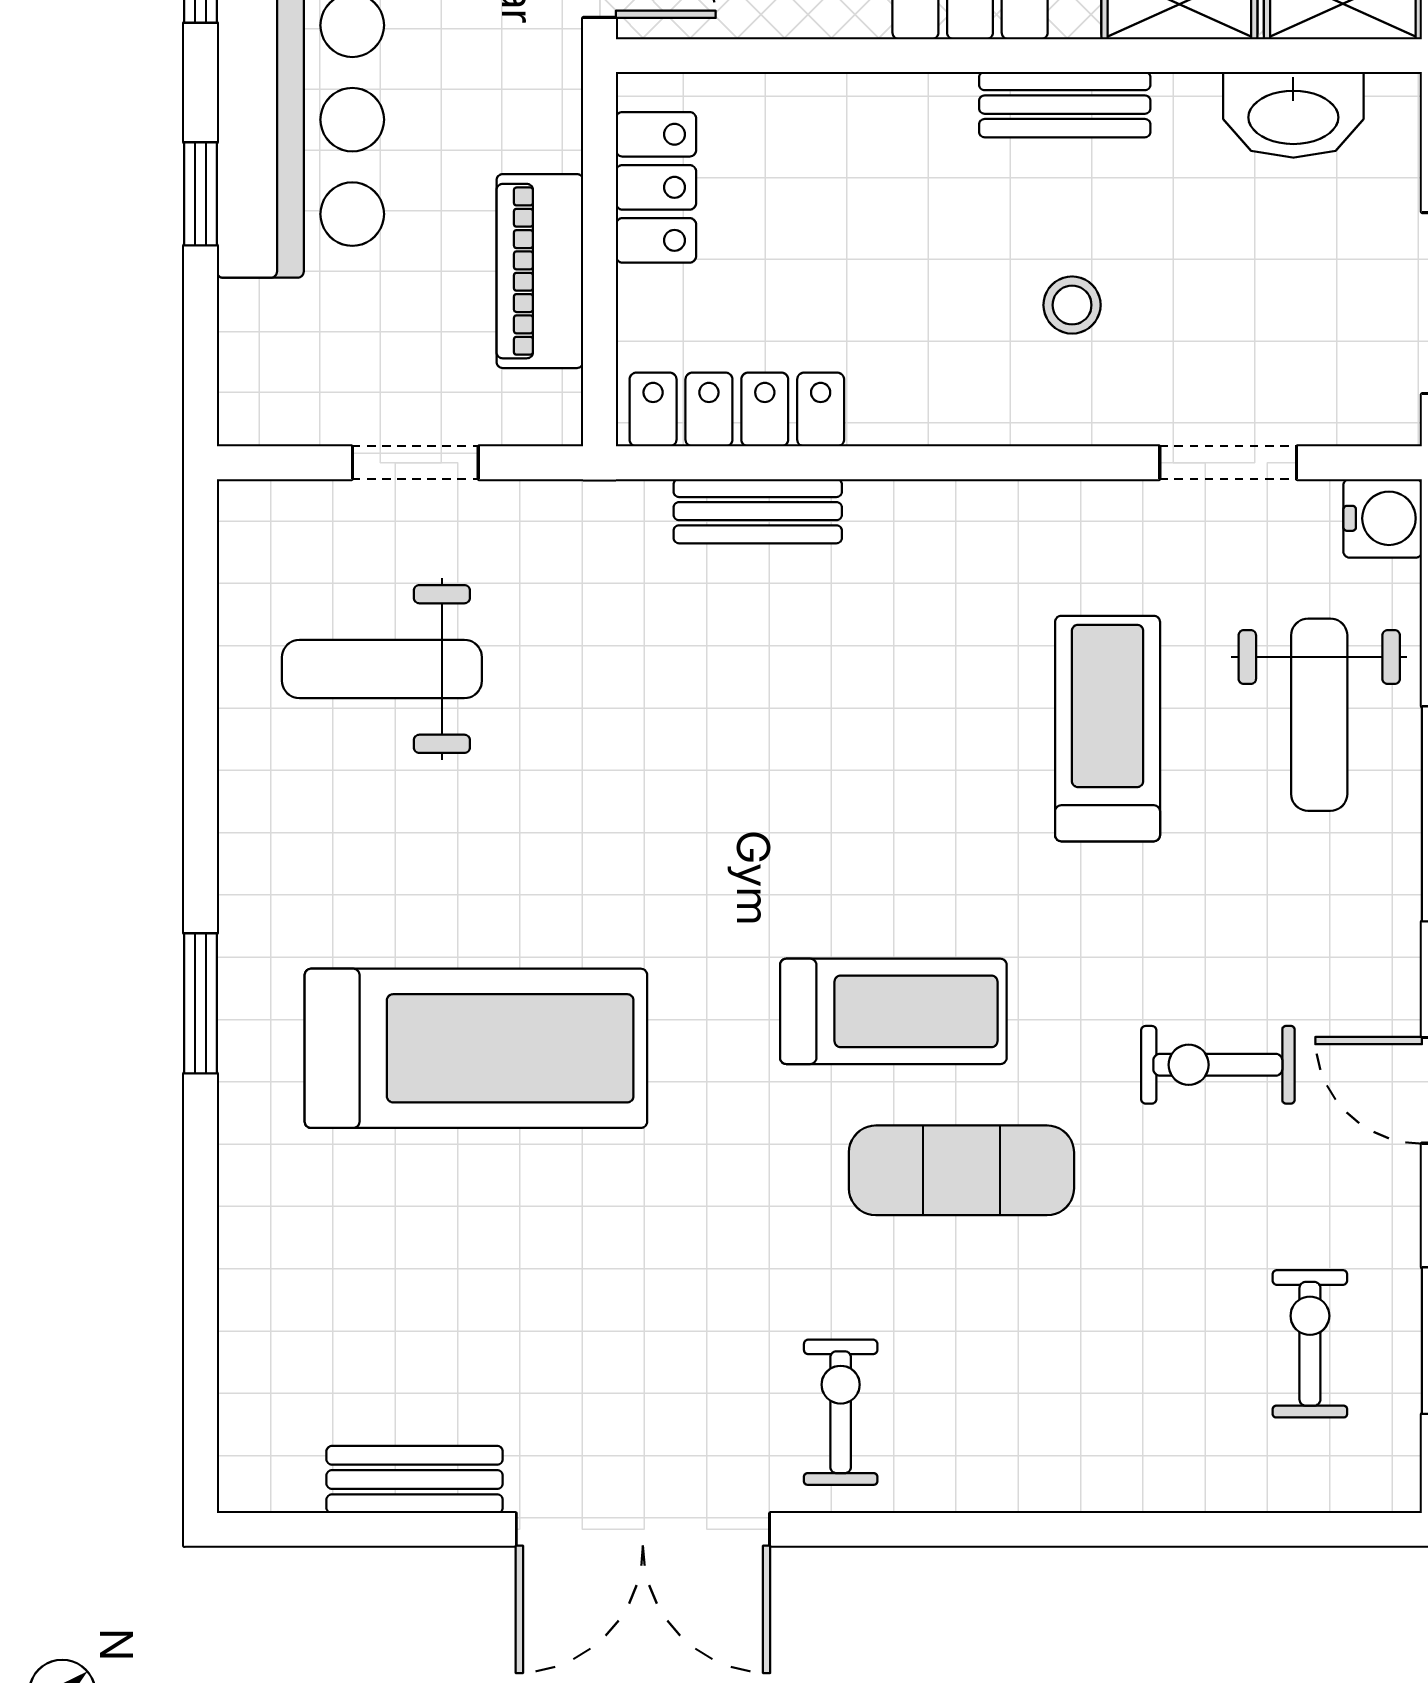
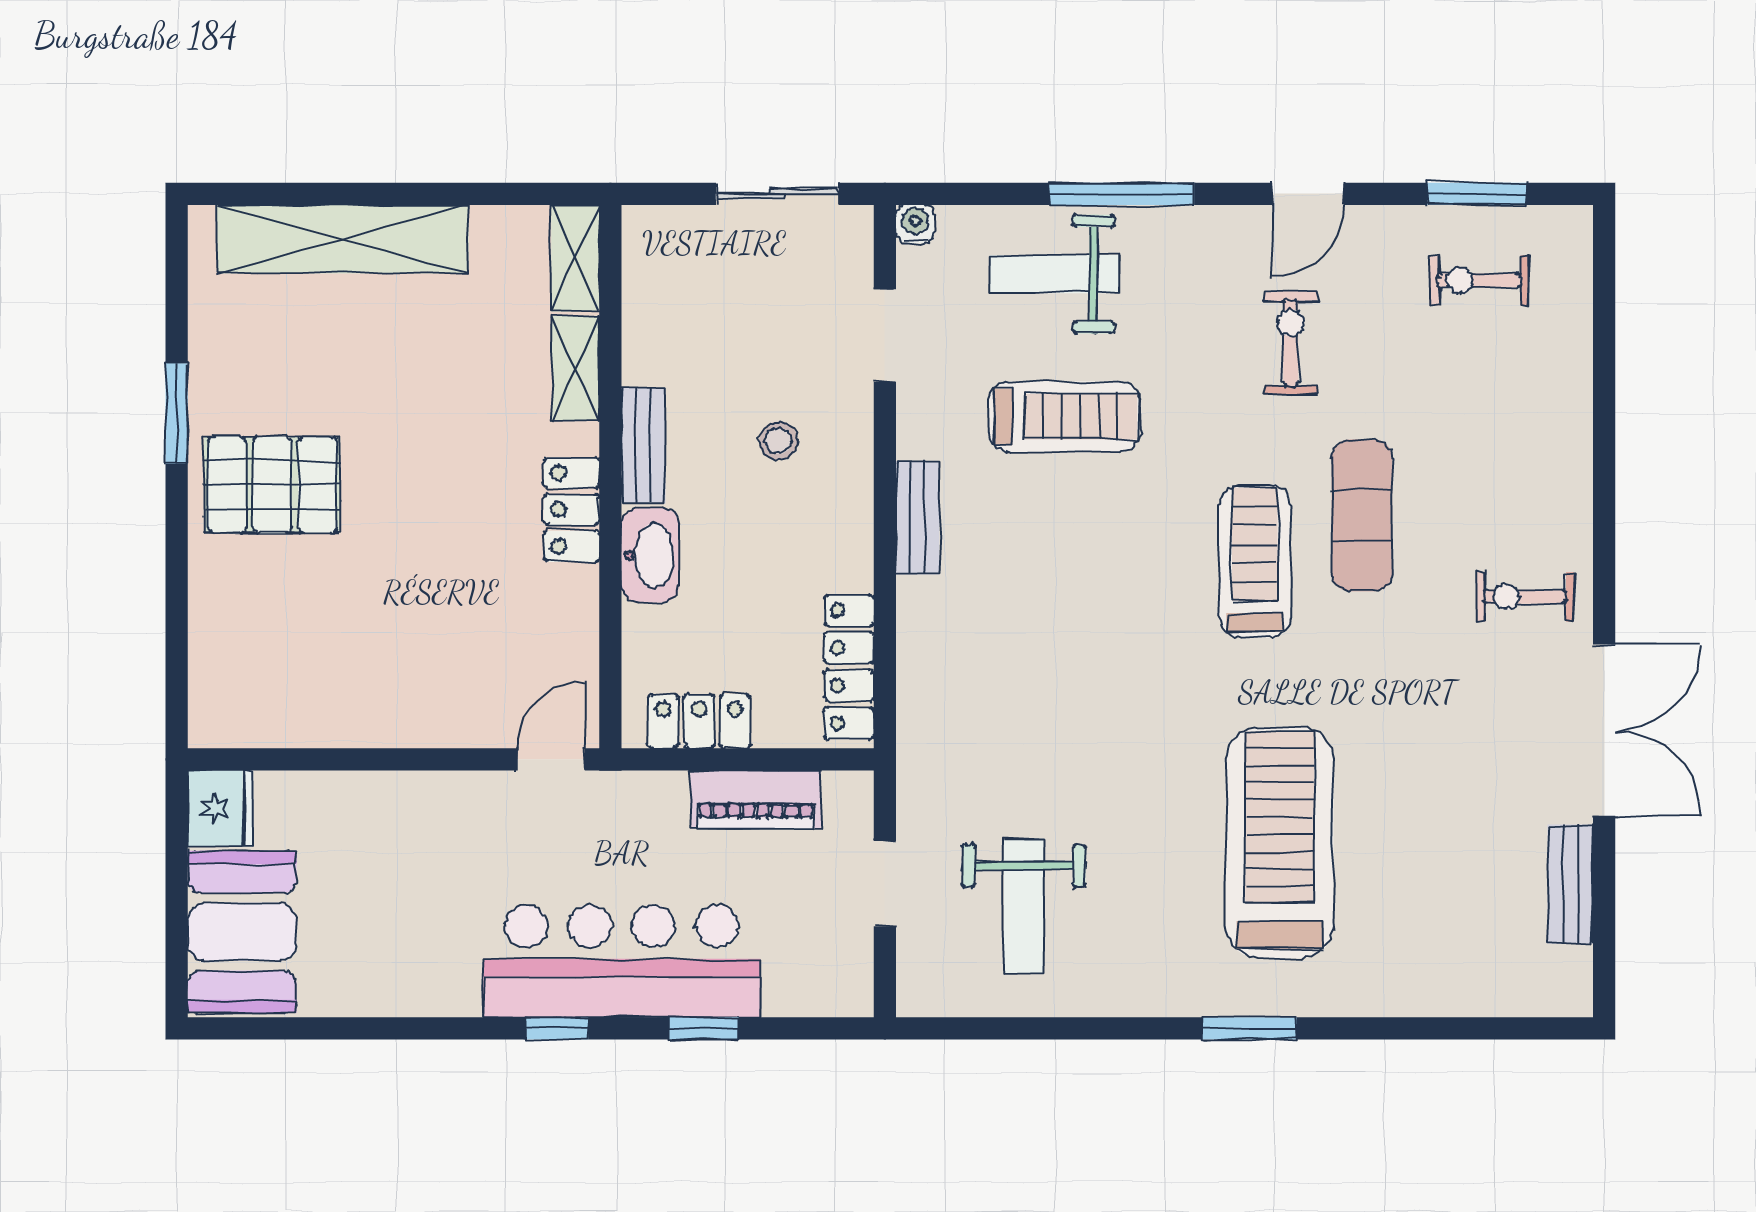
washbasin: (1293, 115) -> (650, 555), moved
bench: (758, 511) -> (918, 518), moved
water cooler: (1383, 518) -> (915, 224), width x0.72, depth x0.72
weight bench: (1319, 715) -> (1055, 274), turned 180
treadmill: (1108, 729) -> (1064, 417), turned 180
exercise bike: (1218, 1065) -> (1291, 343), turned 180

